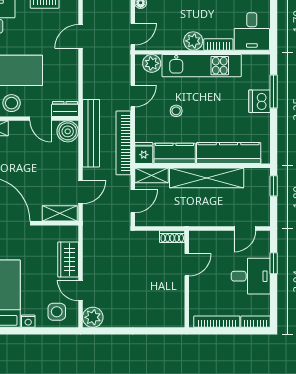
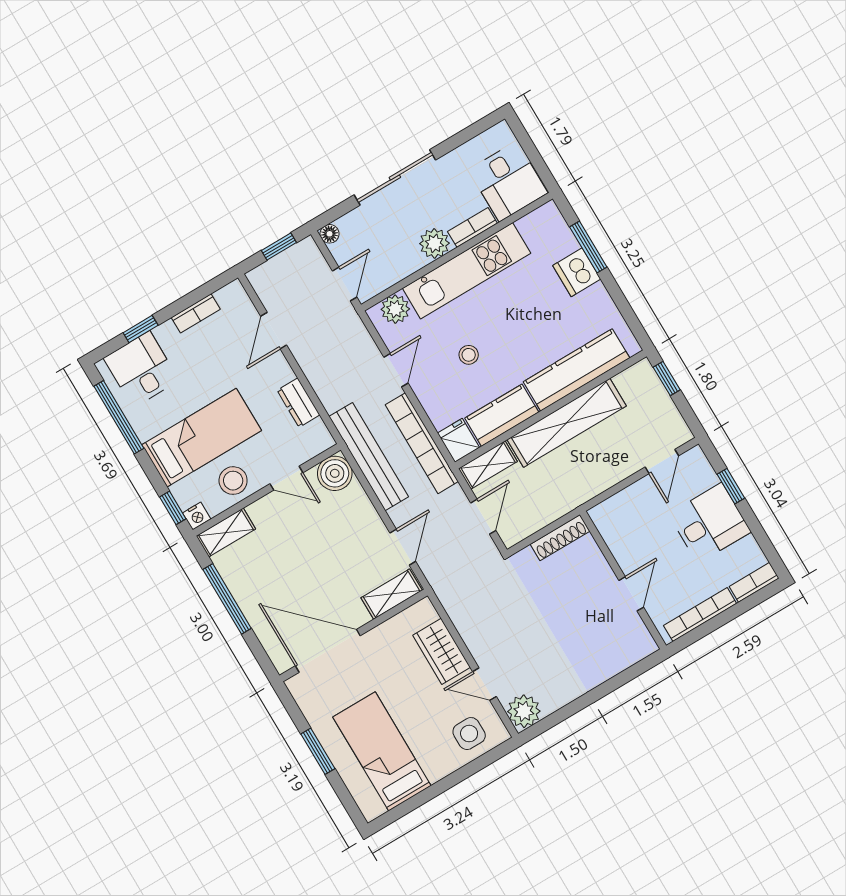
dresser: (65, 109) -> (298, 403), moved, turned -90
shoe rack: (172, 237) -> (560, 538), width x1.43
door: (187, 265) -> (631, 594), moved
nightstand: (28, 321) -> (437, 770), removed

